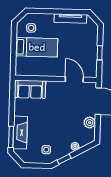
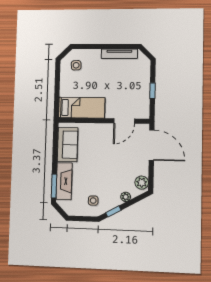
bed: (37, 47) -> (82, 108), moved
door: (74, 79) -> (124, 121), swing flipped
sofa: (30, 89) -> (68, 145), moved, turned -90
plant: (90, 123) -> (142, 183), moved

